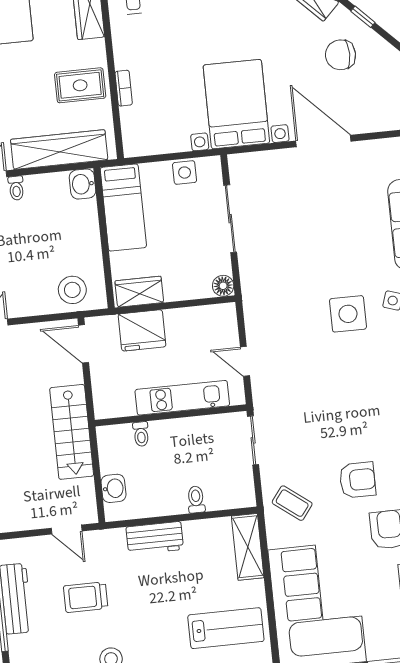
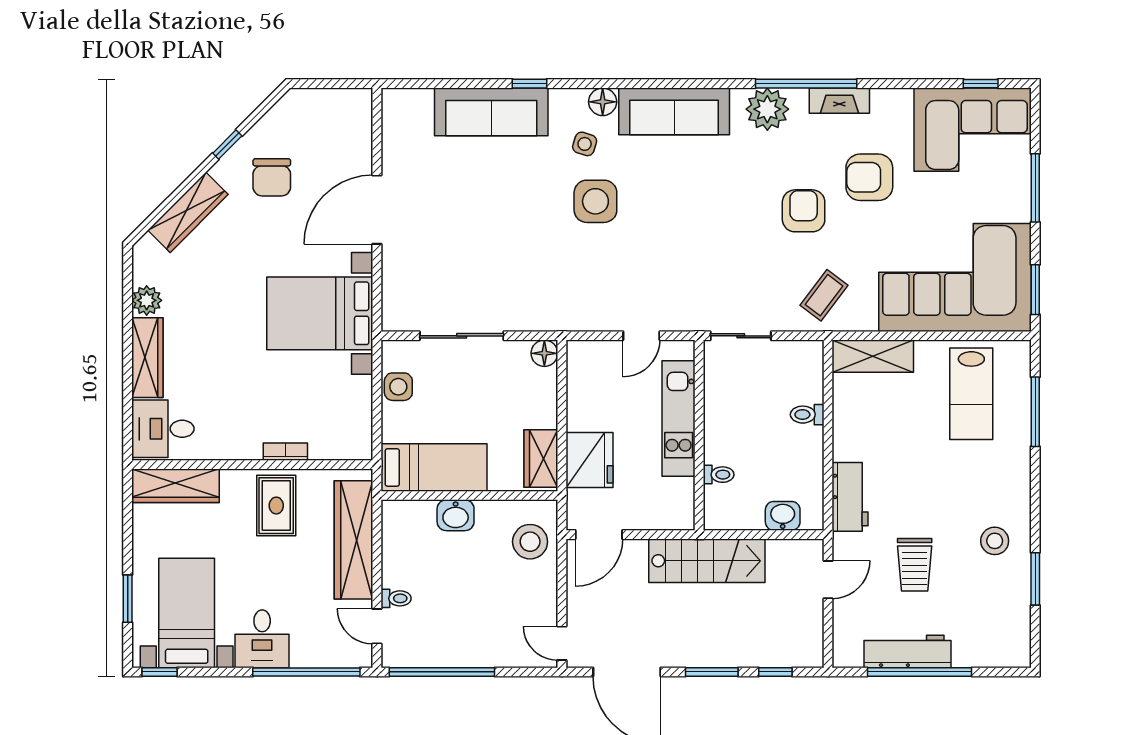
washbasin: (83, 184) -> (456, 515), moved
workbench: (155, 538) -> (850, 497), moved
lab bench: (226, 628) -> (971, 394), turned 180

